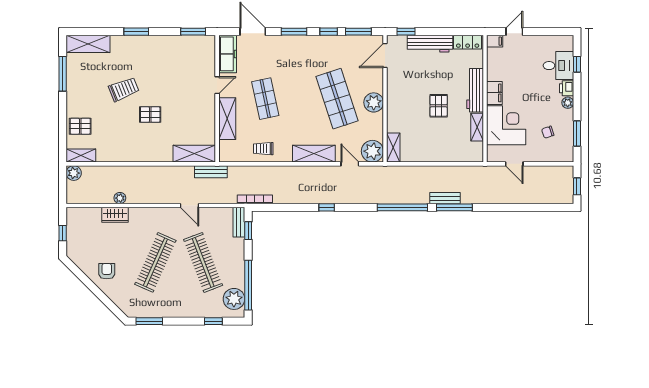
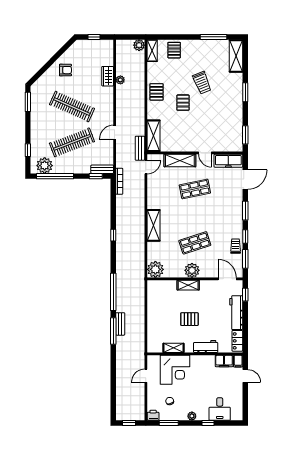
window: (577, 64) -> (208, 423), moved
printer: (567, 88) -> (153, 415), moved
workbench: (475, 90) -> (206, 346), width x0.73
filing cabinet: (494, 93) -> (224, 361), moved
shop shelf: (337, 99) -> (195, 243), width x0.70, depth x0.74
shelving: (393, 148) -> (188, 285), moved
trolley: (263, 149) -> (236, 246), moved
pallet: (136, 150) -> (156, 92), added
door: (350, 164) -> (146, 167), moved

